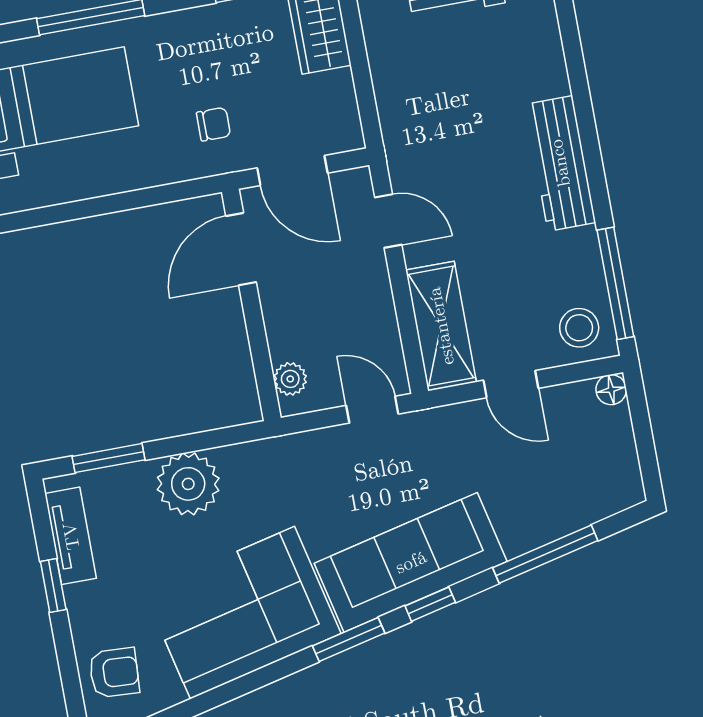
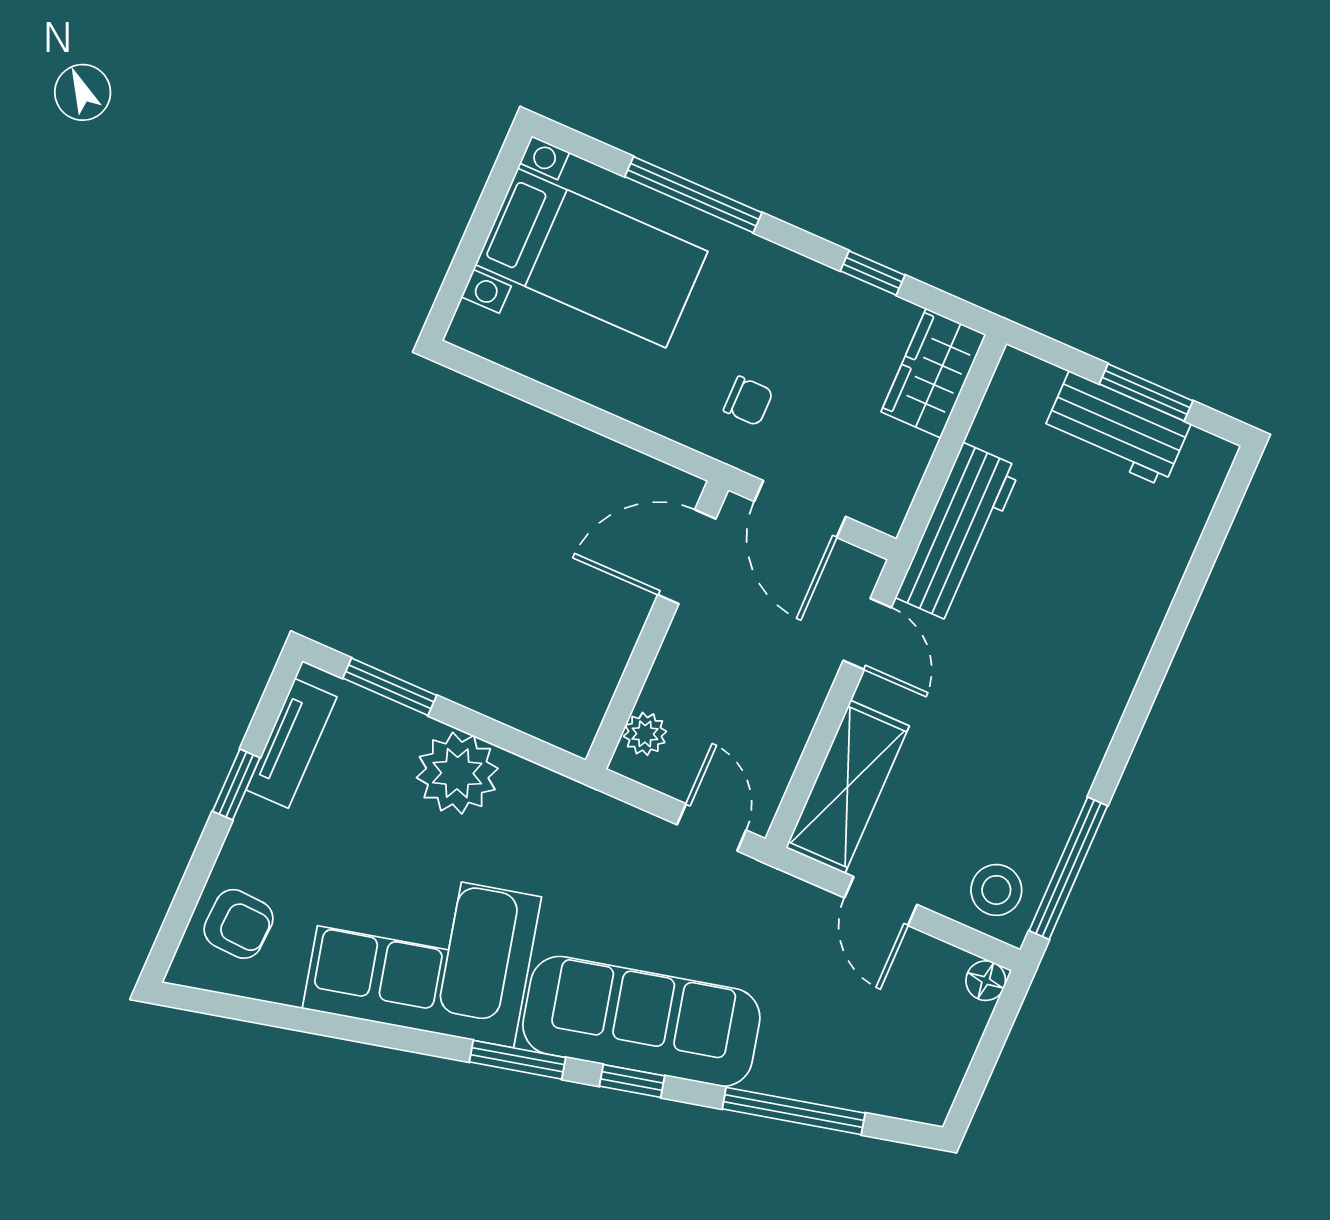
workbench: (560, 163) -> (958, 533), moved, turned 180

